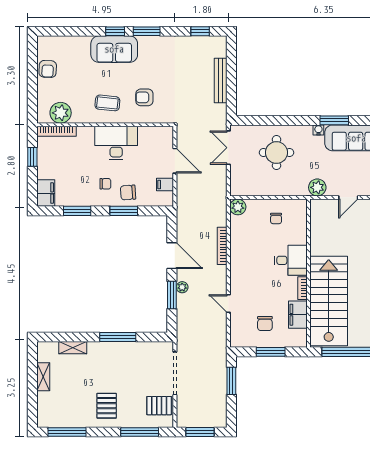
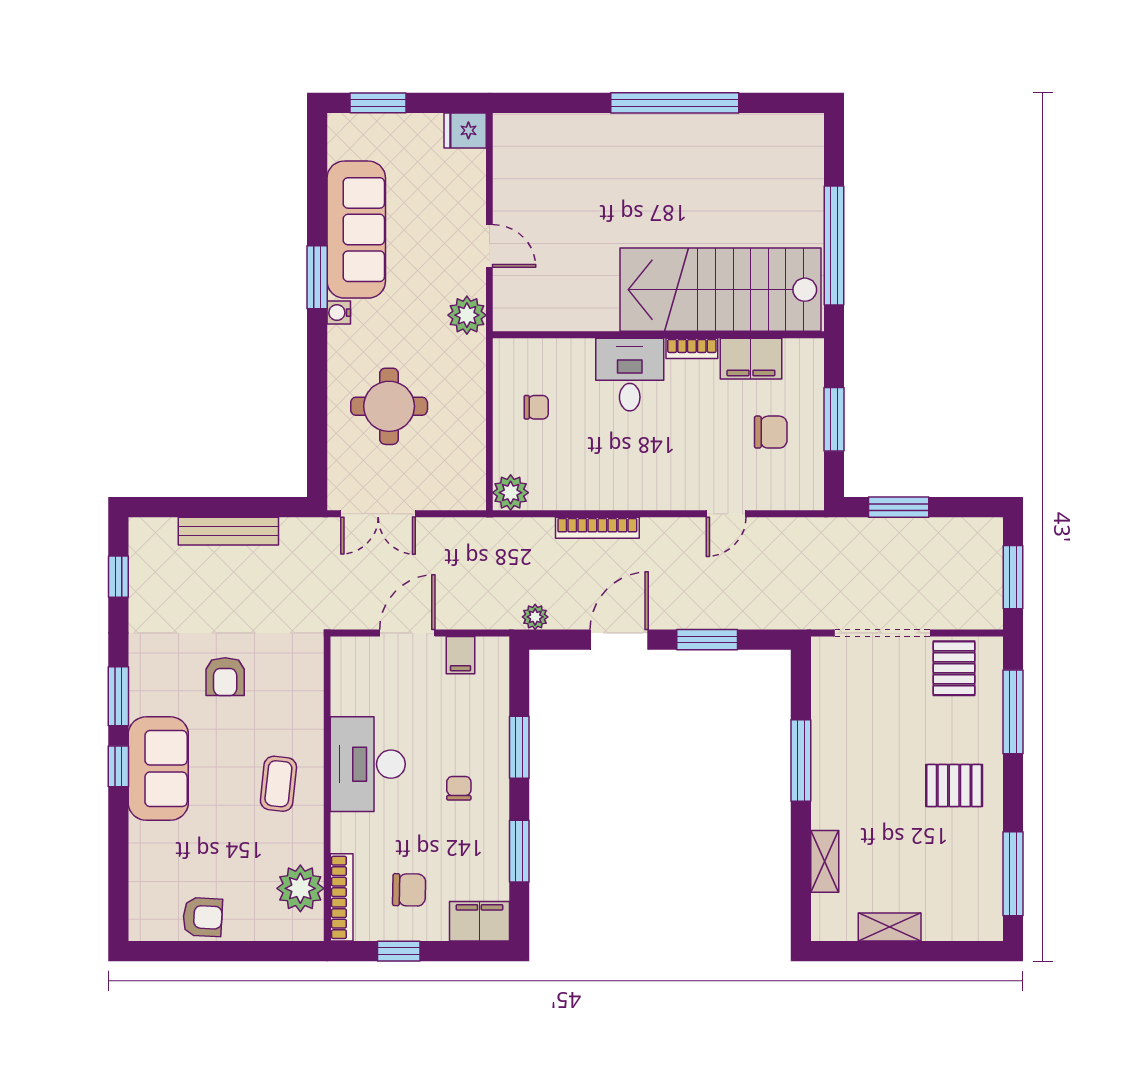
armchair: (144, 97) -> (225, 677), moved
chair: (128, 192) -> (409, 890), moved, turned -85
plant: (182, 287) -> (535, 617), moved

